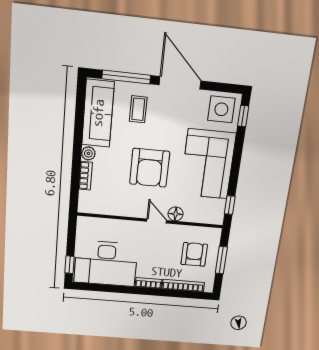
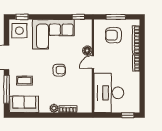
sofa: (98, 113) -> (24, 104), width x0.73
armchair: (150, 168) -> (59, 70), width x0.53, depth x0.53
desk: (106, 264) -> (109, 93), moved, turned 180

